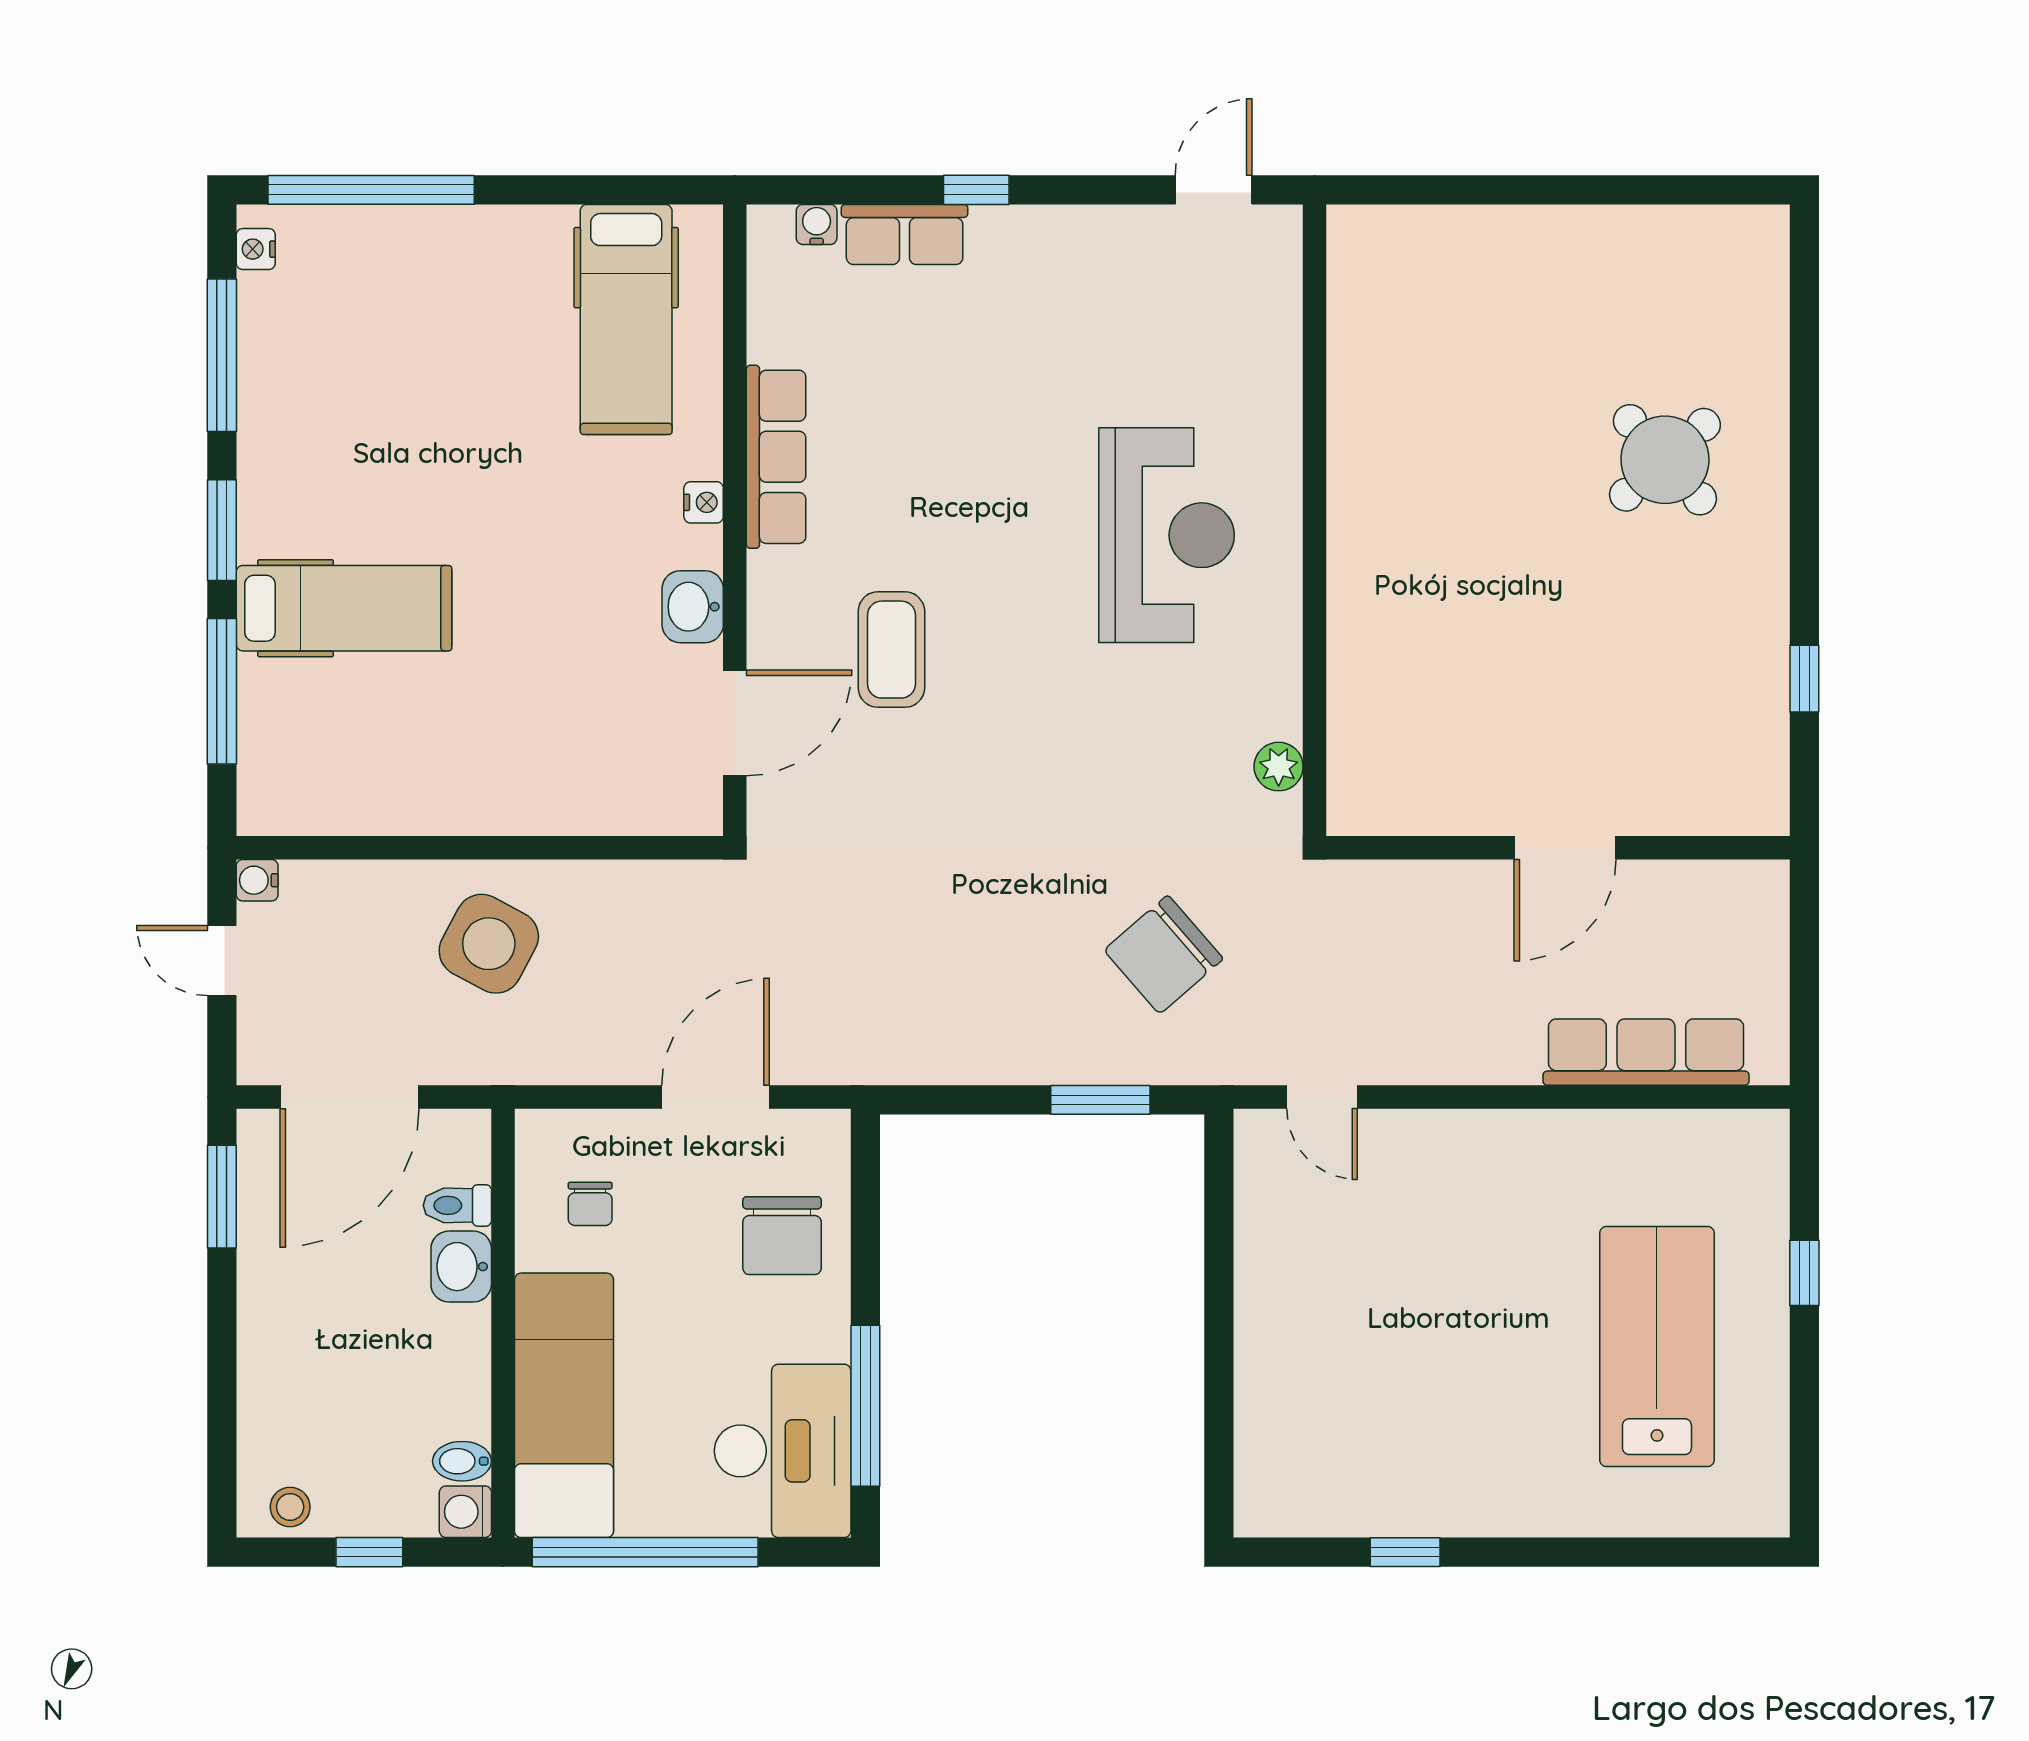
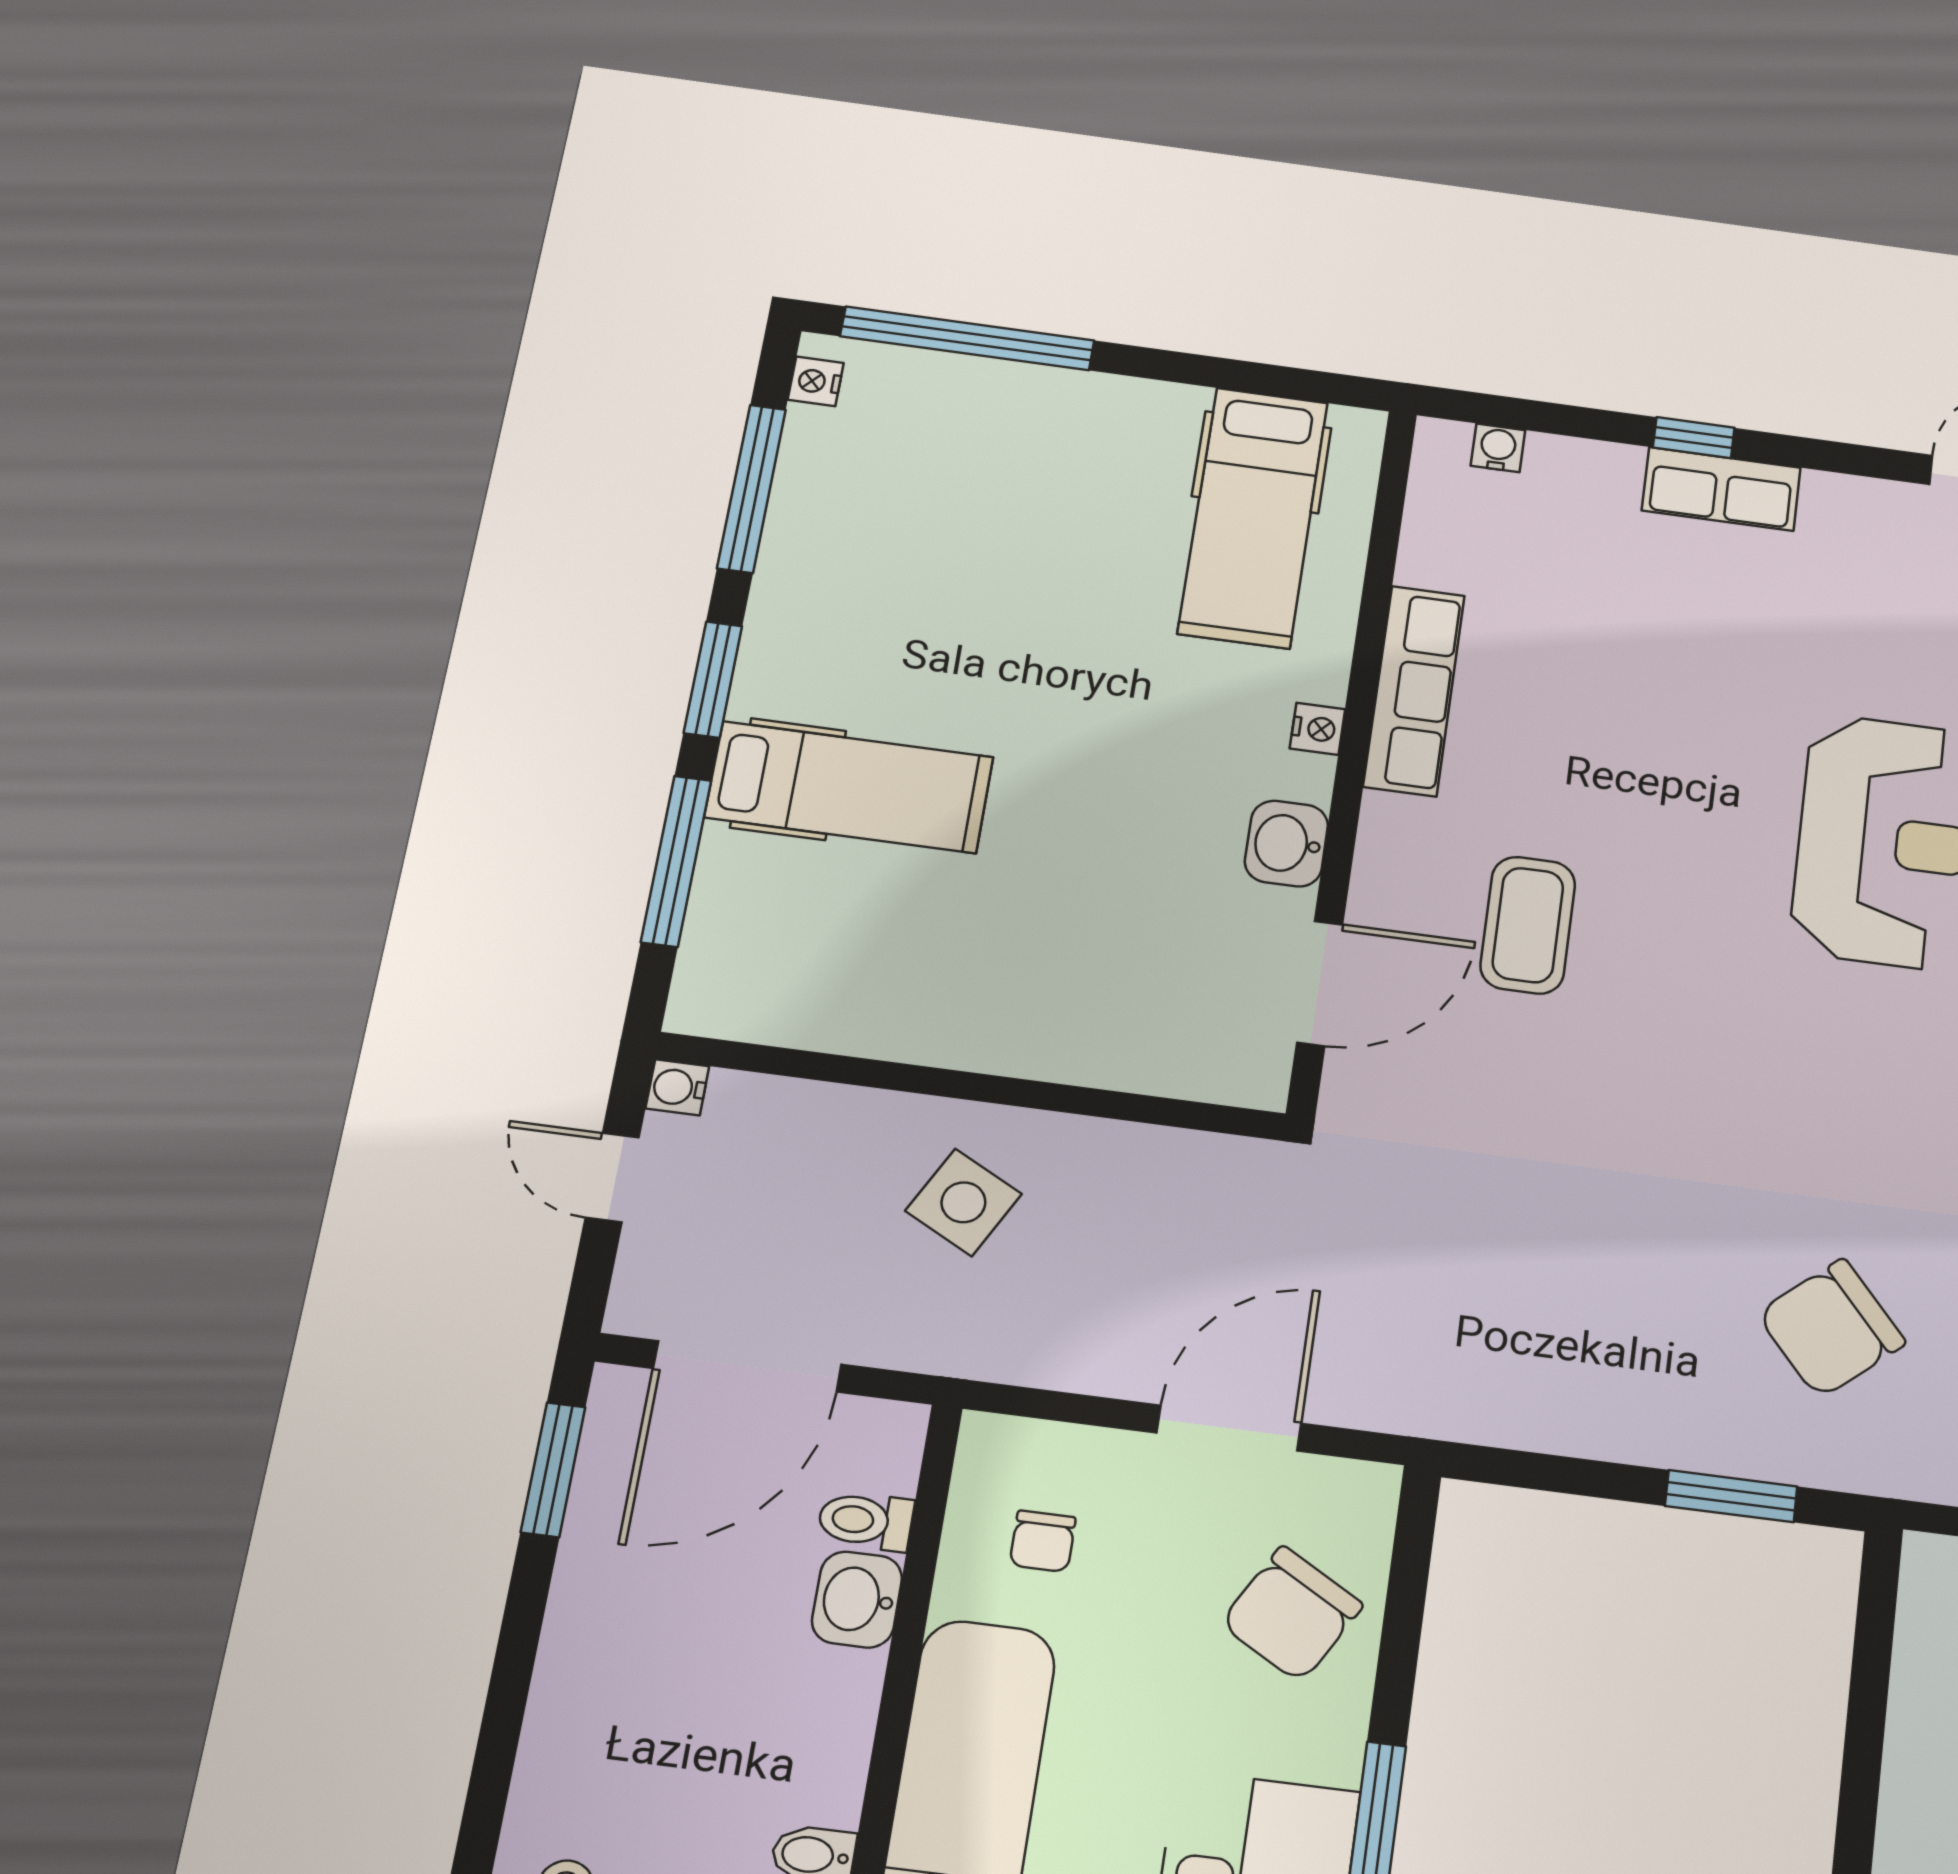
row of seats: (905, 234) -> (1721, 489), moved
side table: (489, 944) -> (963, 1202), width x0.73, depth x0.73
chair: (782, 1236) -> (1292, 1614), turned 30

